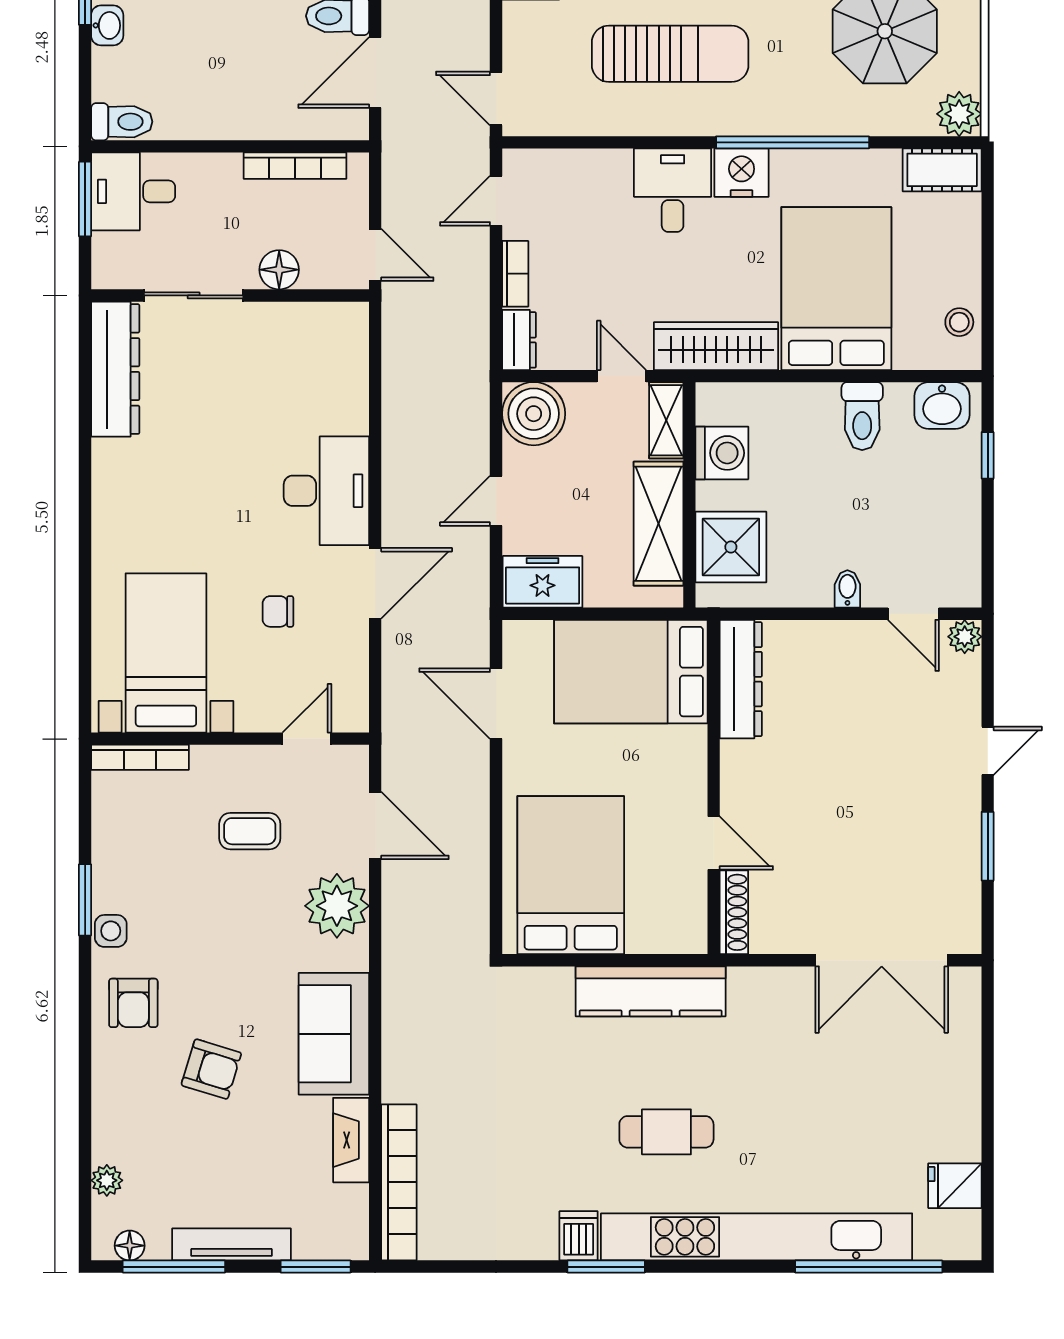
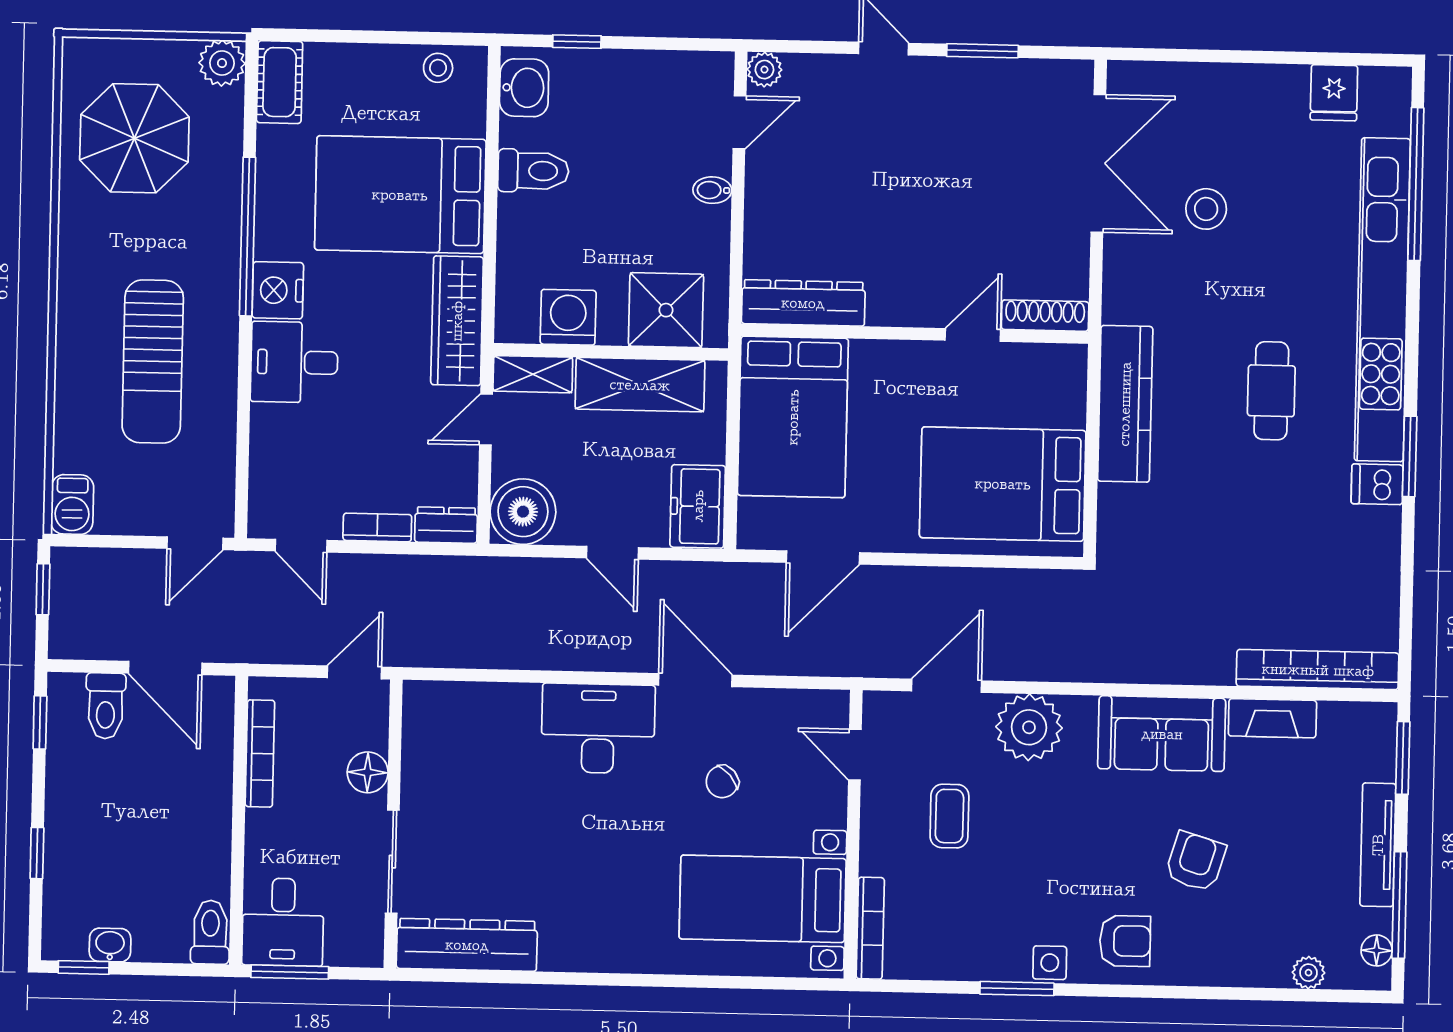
sun lounger: (670, 54) -> (153, 362), turned 180
chair: (278, 611) -> (722, 782), turned 49
stool: (840, 1065) -> (1206, 209), added

